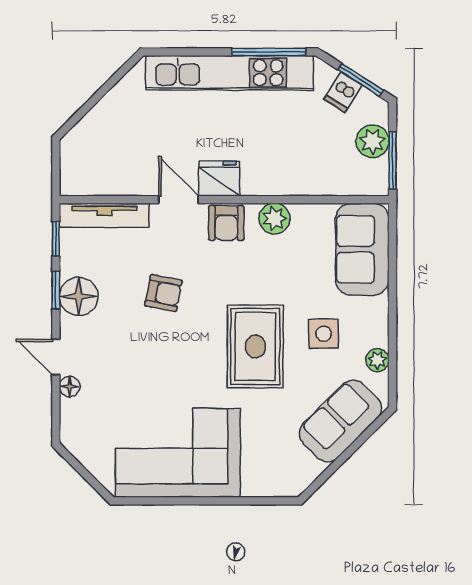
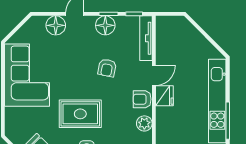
floor lamp: (70, 386) -> (56, 25), width x1.89, depth x1.89

